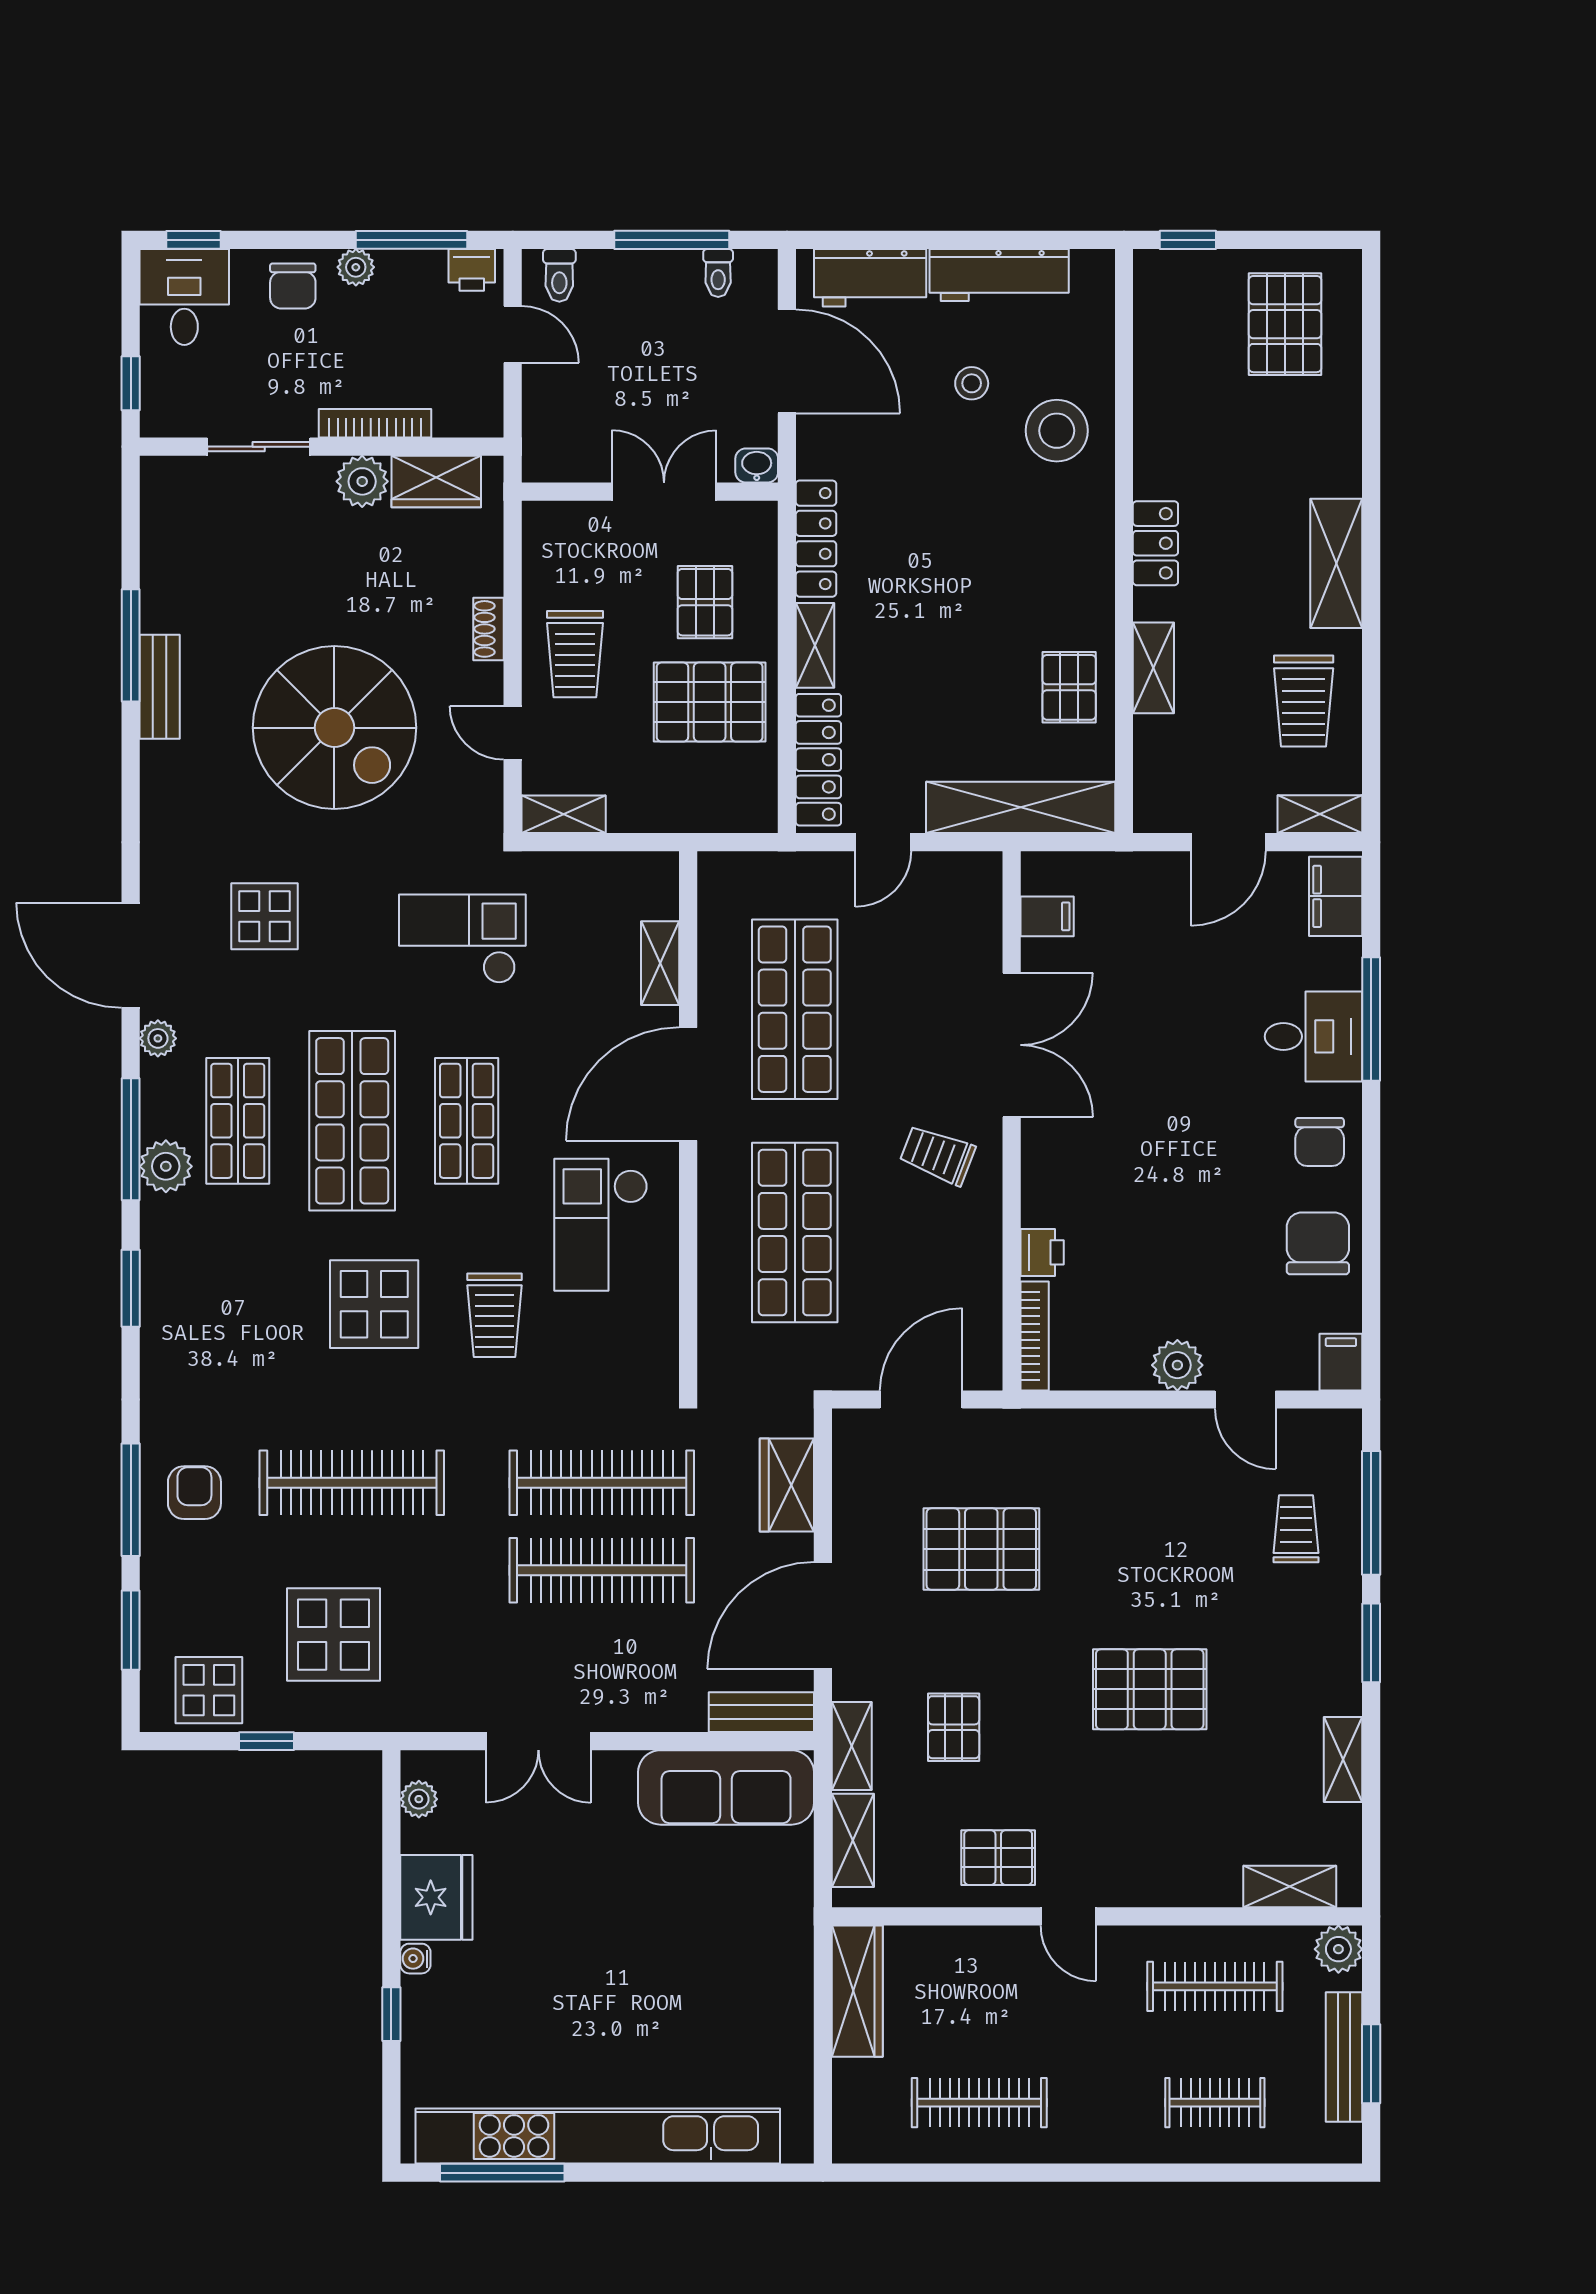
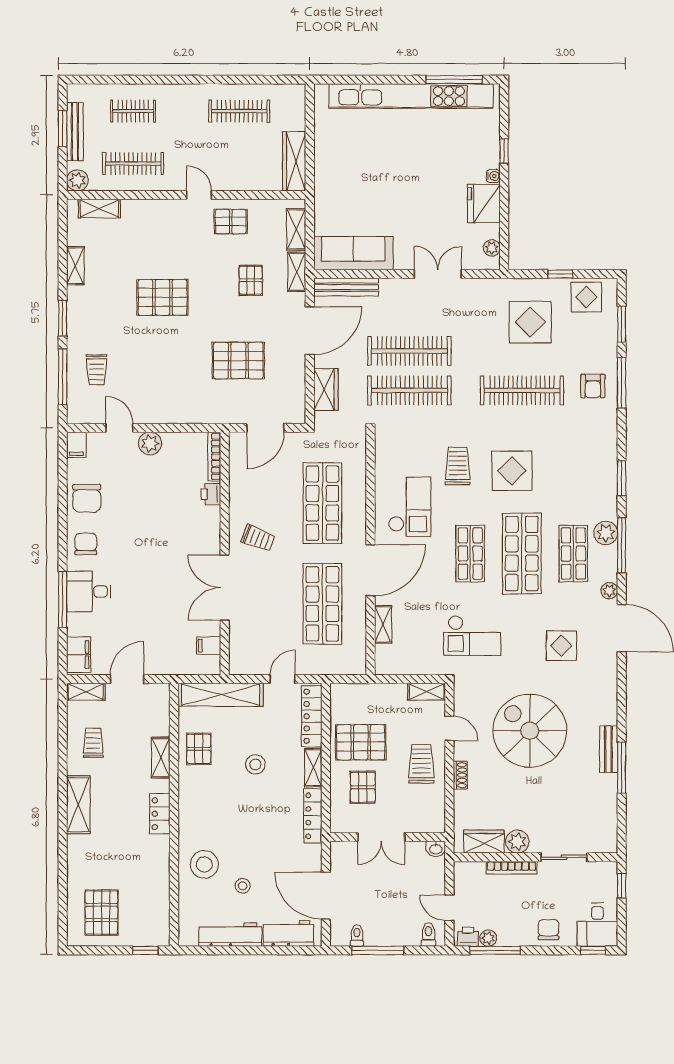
plant: (356, 267) -> (488, 938), moved
washbasin: (757, 465) -> (436, 849), moved
stool: (943, 653) -> (255, 764), added
trolley: (1304, 701) -> (93, 743), width x0.73, depth x0.72
bench: (761, 1712) -> (346, 287), width x1.36

